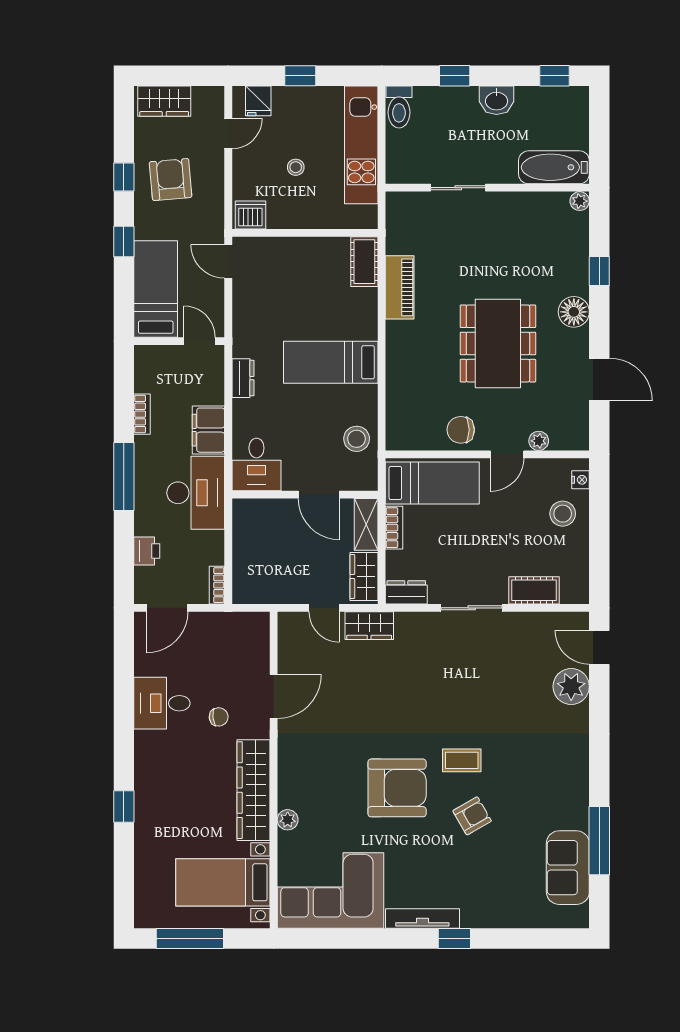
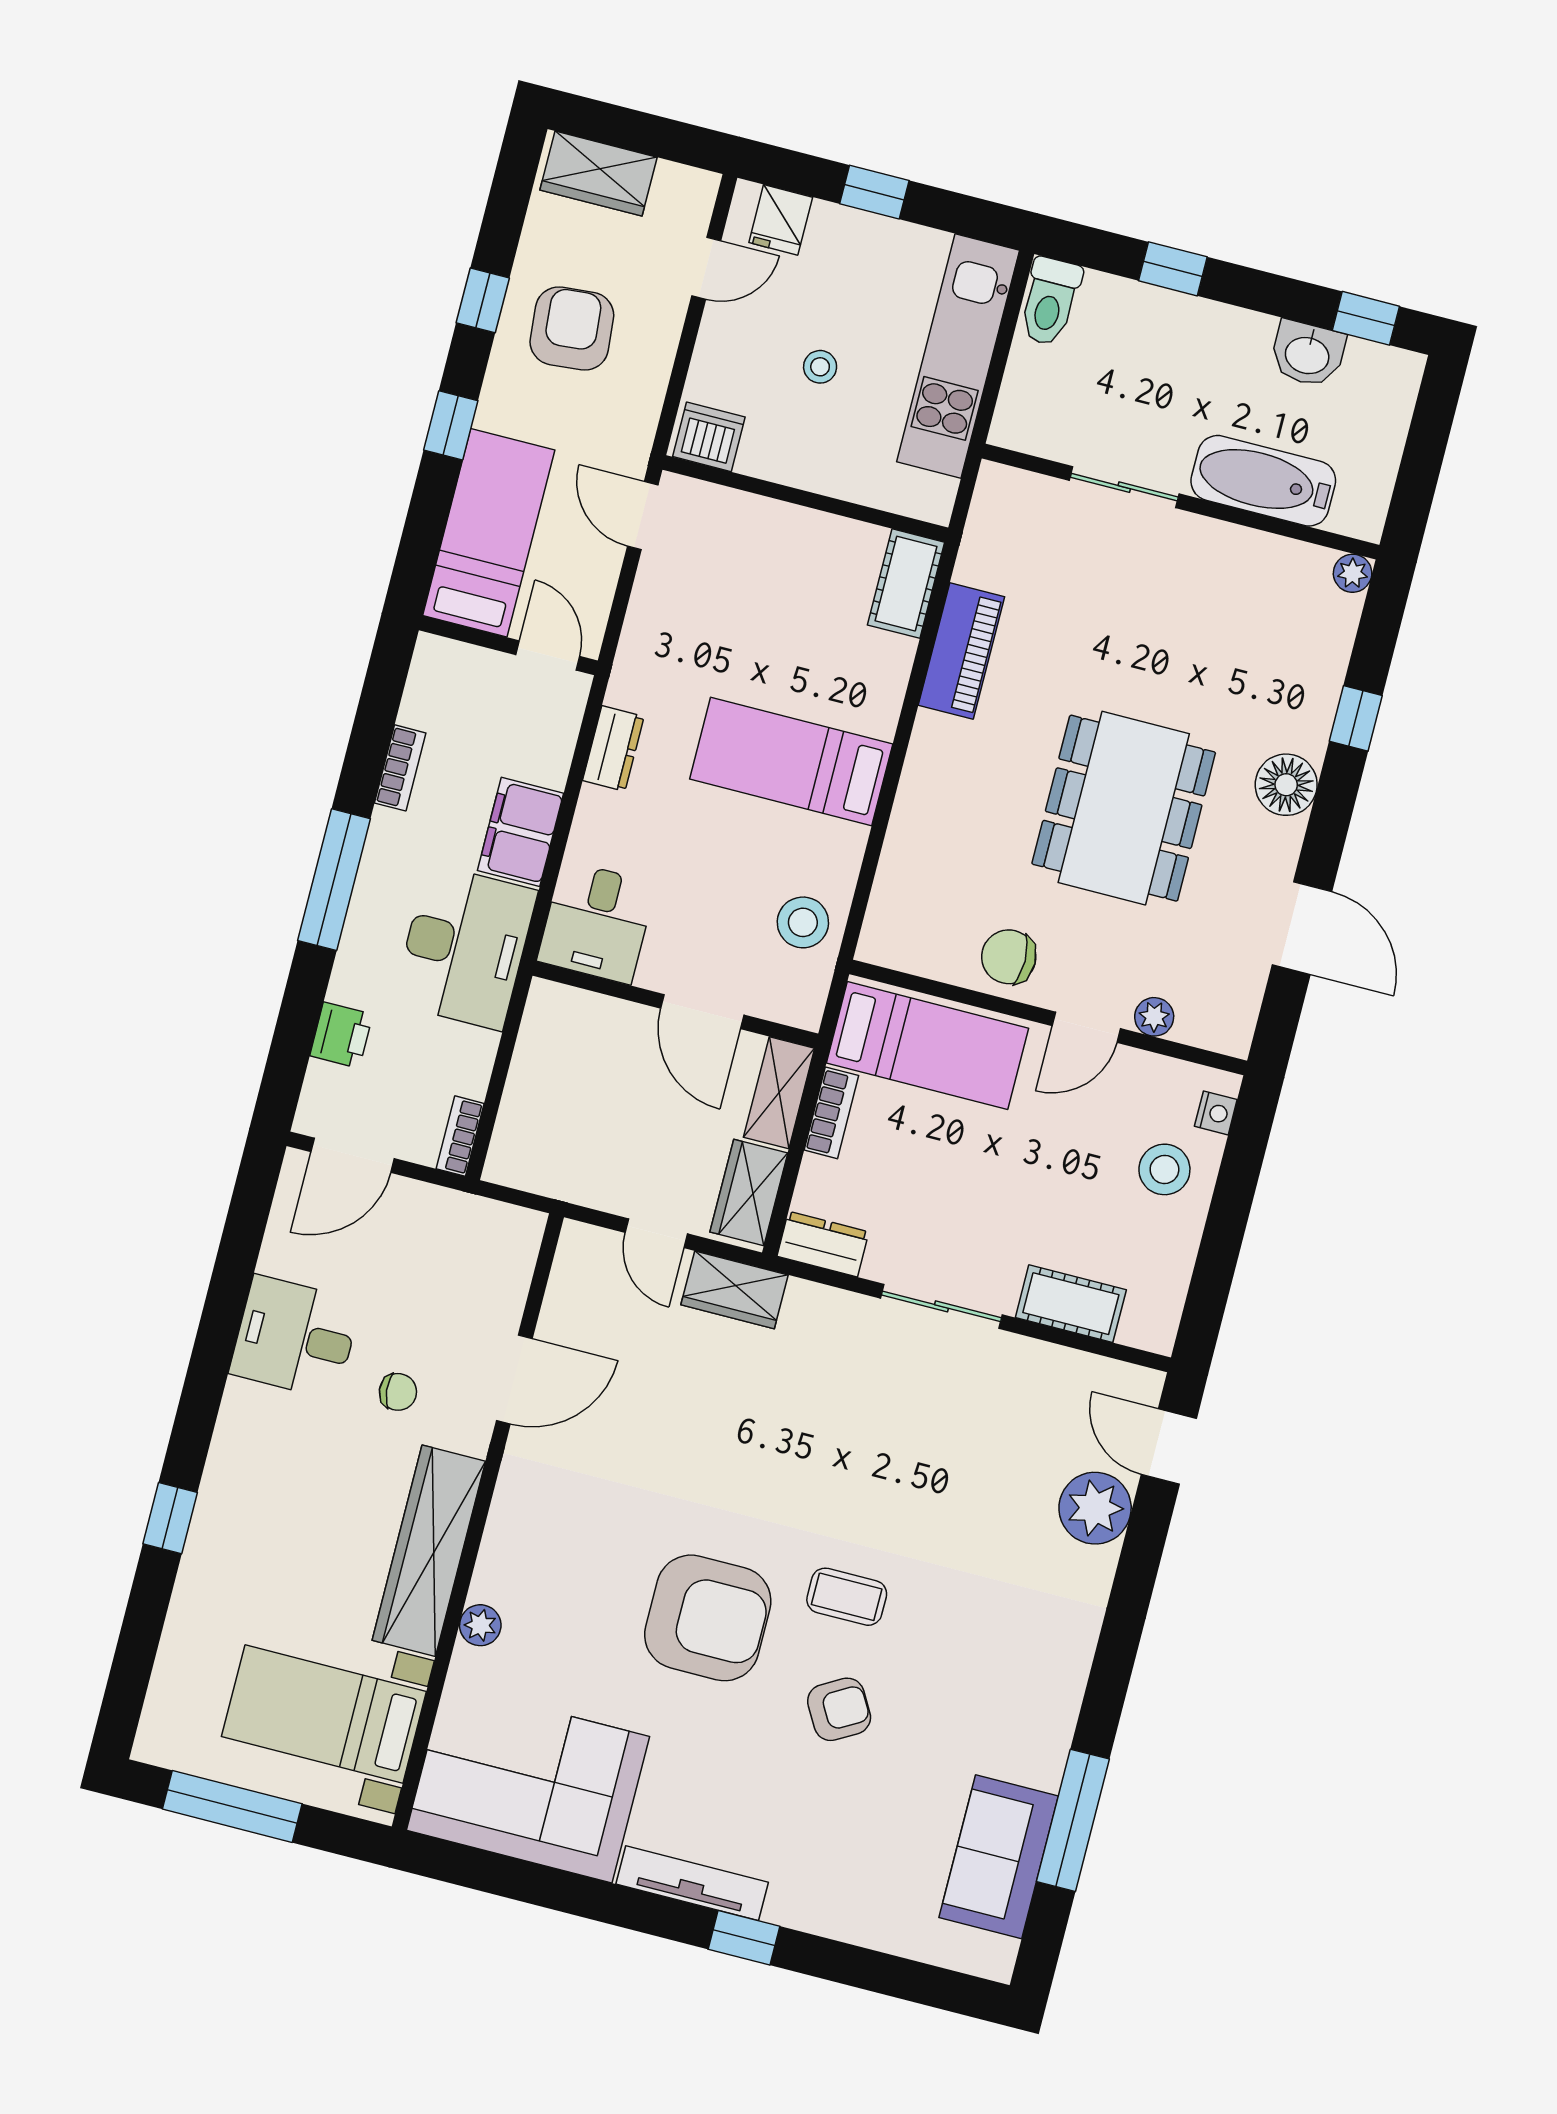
washbasin: (497, 100) -> (1308, 354), moved
bathtub: (554, 167) -> (1263, 481), moved

